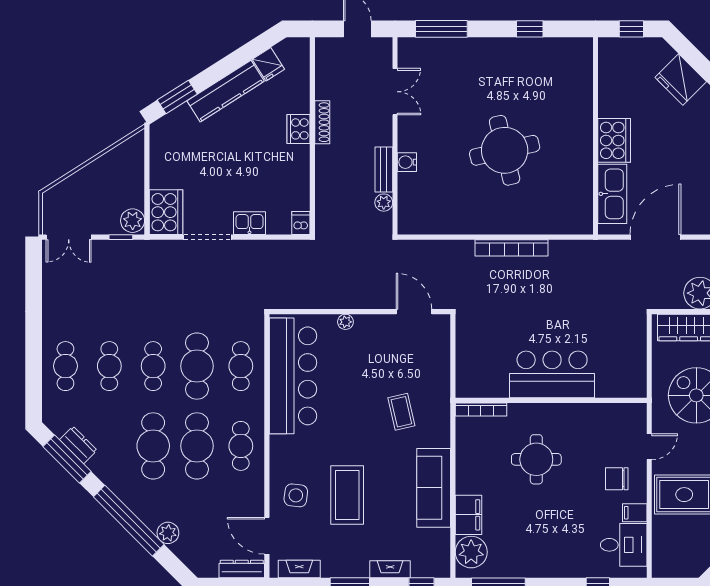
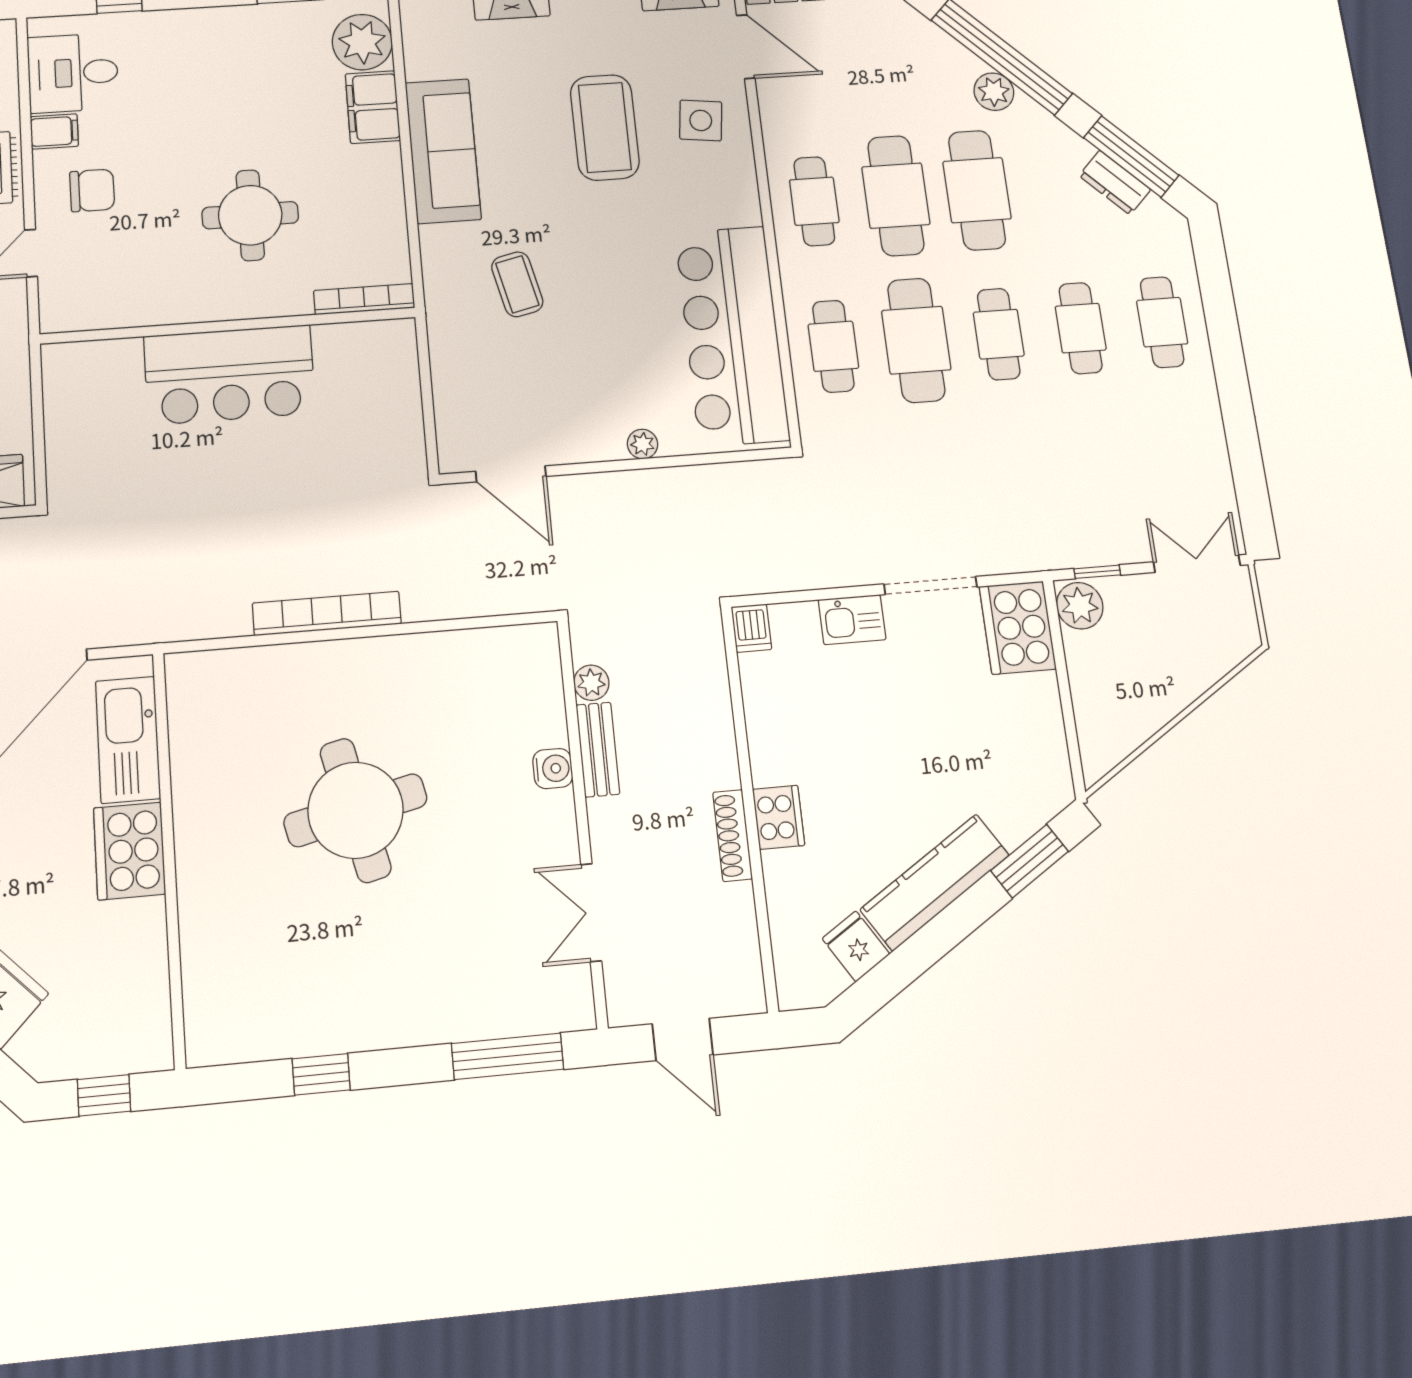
plant: (168, 533) -> (994, 92), moved

